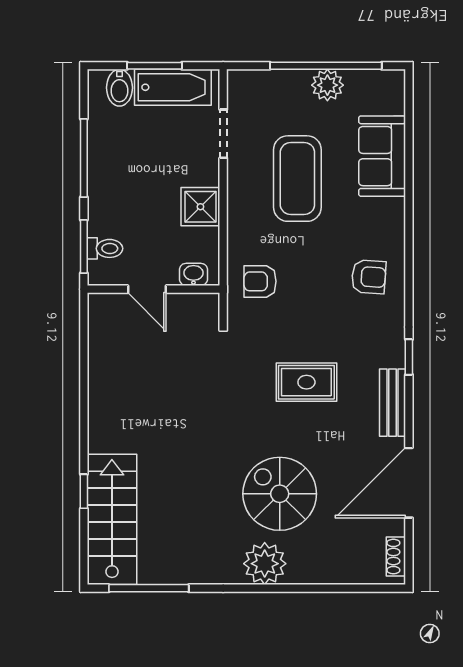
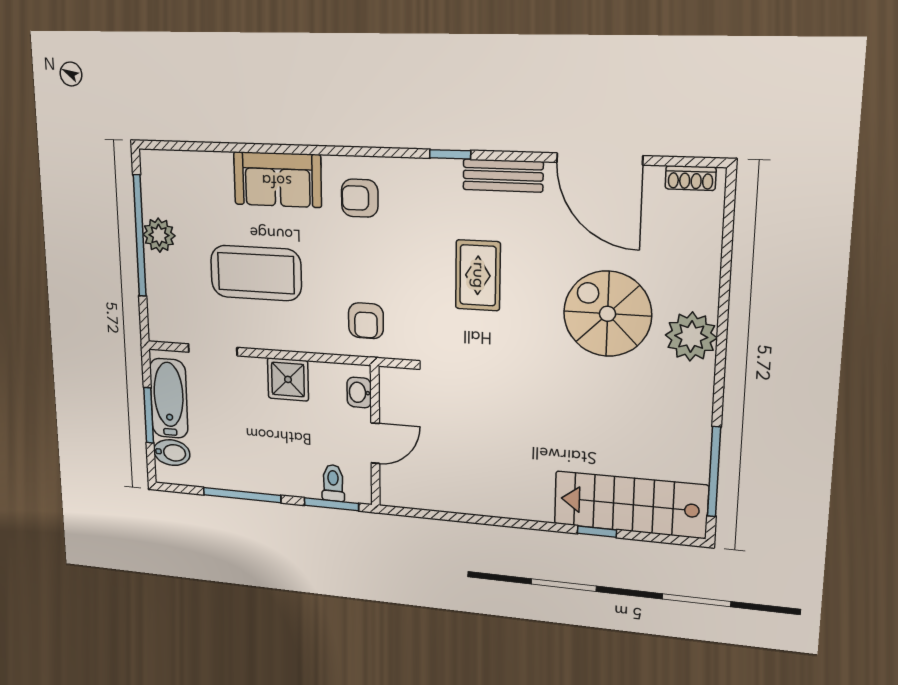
sofa: (382, 156) -> (277, 180), moved
armchair: (369, 277) -> (360, 198), turned -94
spiral stairs: (280, 494) -> (608, 314), turned 90

